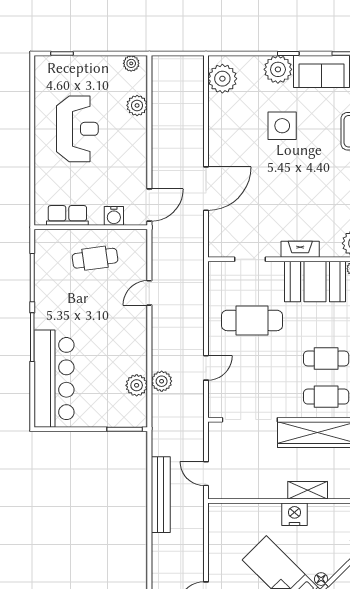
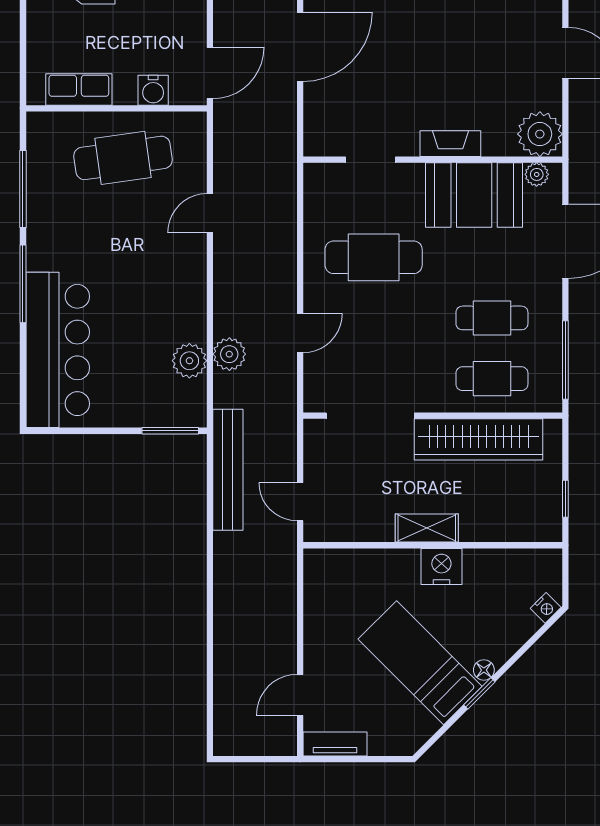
cafe table: (95, 258) -> (123, 158), width x1.37, depth x1.35
shelving: (308, 490) -> (427, 528), moved
bench: (161, 495) -> (228, 470), moved

